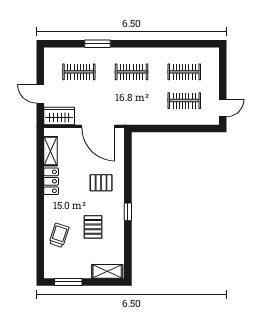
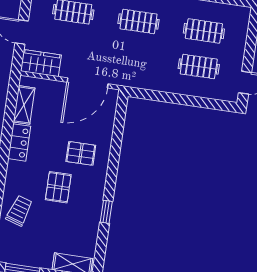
door: (98, 126) -> (88, 83), hinge flipped
window: (128, 212) -> (106, 212), moved
pallet: (93, 227) -> (58, 187), moved

